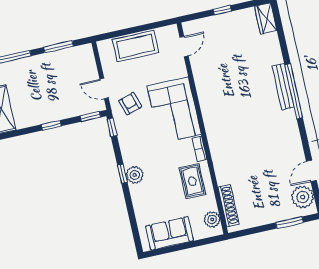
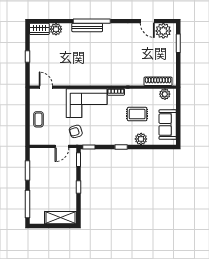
plant: (271, 42) -> (56, 29), added
coffee table: (135, 46) -> (38, 119), width x0.54, depth x0.58
plant: (135, 175) -> (141, 139), moved
rug: (192, 181) -> (137, 114), moved

